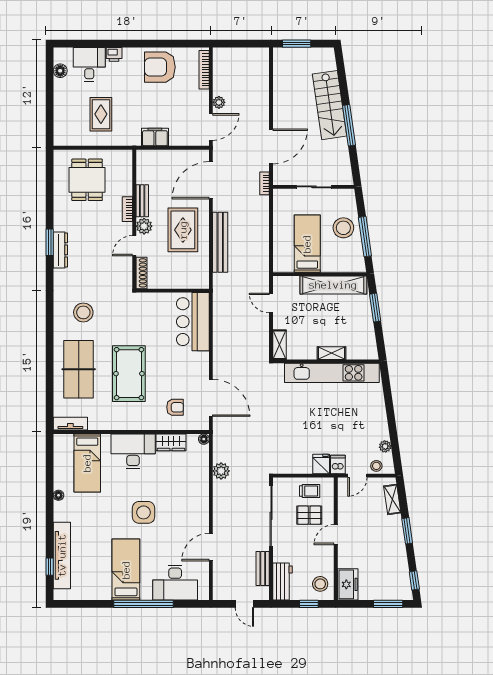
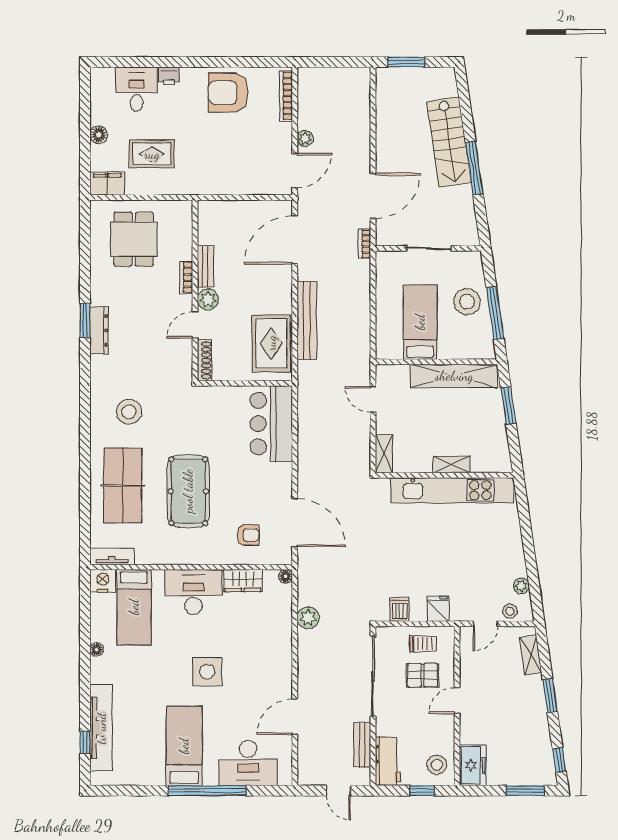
floor lamp: (60, 71) -> (99, 135), moved
rug: (101, 114) -> (152, 154), turned 90
filing cabinet: (155, 137) -> (107, 184), moved
rug: (183, 230) -> (271, 343), moved
nightstand: (63, 443) -> (103, 581), added
dishwasher: (338, 464) -> (399, 609), moved

